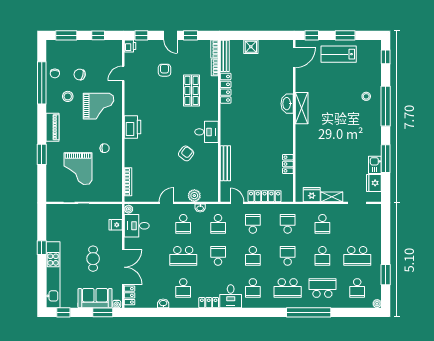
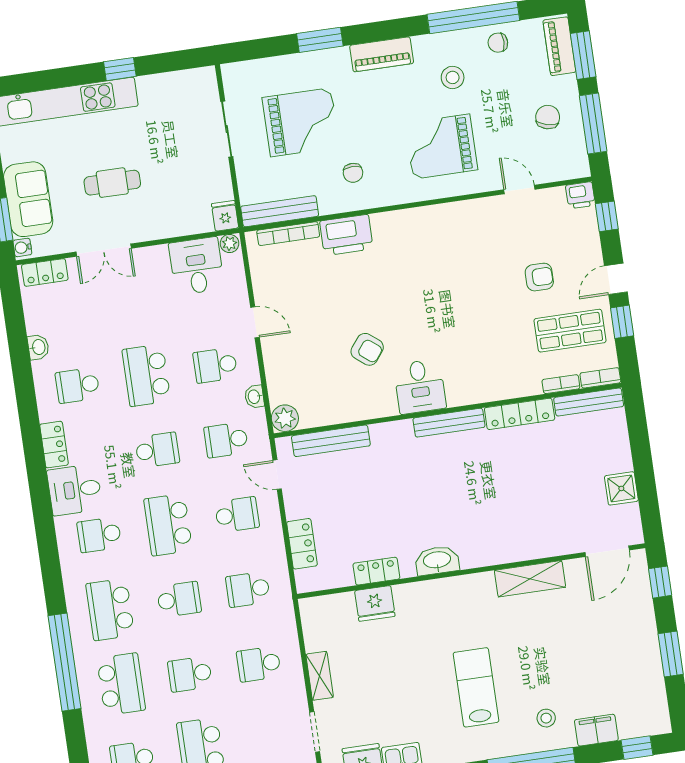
window: (98, 35) -> (593, 123), width x2.17
piano: (61, 46) -> (559, 46), added
shower: (251, 47) -> (621, 488), moved
lab bench: (339, 54) -> (476, 687), moved
door: (294, 57) -> (607, 551), hinge flipped
chair: (80, 74) -> (548, 117), moved
filing cabinet: (375, 74) -> (596, 730), added
shop shelf: (192, 90) -> (570, 331), moved
washbasin: (287, 104) -> (437, 561), moved
grand piano: (98, 106) -> (441, 147), turned 90
shelving: (302, 108) -> (530, 579), moved
bench: (225, 121) -> (449, 423), added
printer: (133, 127) -> (346, 235), moved
bench: (225, 163) -> (331, 441), moved
grand piano: (78, 169) -> (301, 122), turned 180
bench: (117, 184) -> (280, 211), added
fridge: (312, 195) -> (375, 603), moved, turned 90
plant: (194, 196) -> (285, 418), moved
locker: (265, 196) -> (302, 544), width x0.66
door: (237, 203) -> (277, 475), swing flipped
school desk: (288, 224) -> (248, 589), turned 180
fridge: (116, 225) -> (225, 216), moved
school desk: (253, 256) -> (168, 525), width x1.85
double door: (123, 267) -> (104, 250), width x0.73

